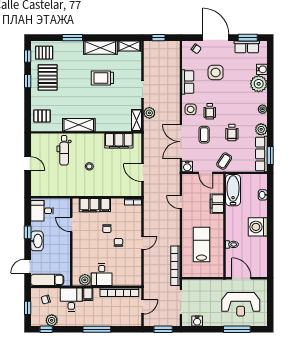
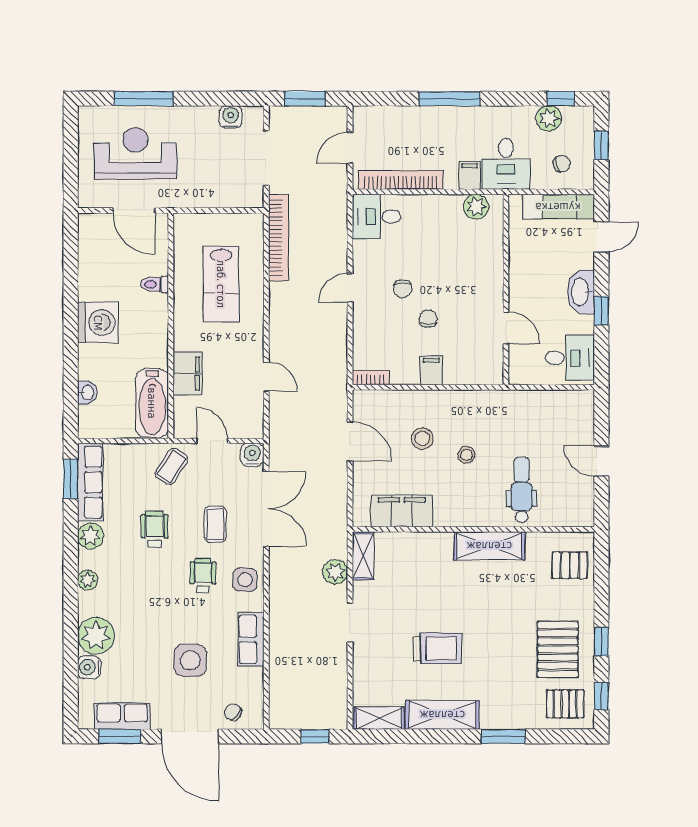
stool: (110, 174) -> (422, 439), added
filing cabinet: (89, 205) -> (466, 370), removed
desk: (102, 275) -> (376, 217), moved, turned -90

